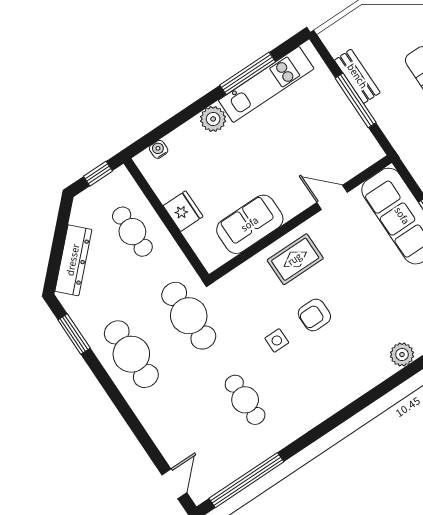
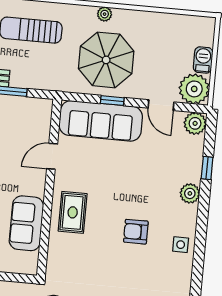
armchair: (314, 315) -> (136, 232), moved, turned 90
side table: (277, 340) -> (181, 245), moved

